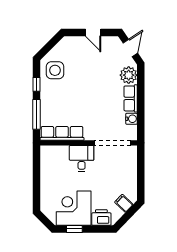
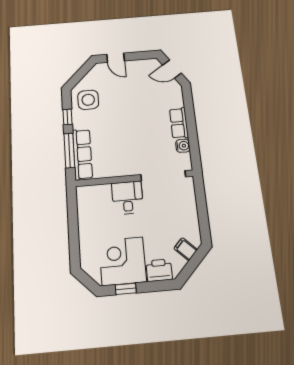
door: (93, 32) -> (116, 58), moved
door: (130, 48) -> (172, 69), swing flipped
plant: (129, 75) -> (173, 98), removed
row of seats: (62, 133) -> (82, 154), moved, turned 90

